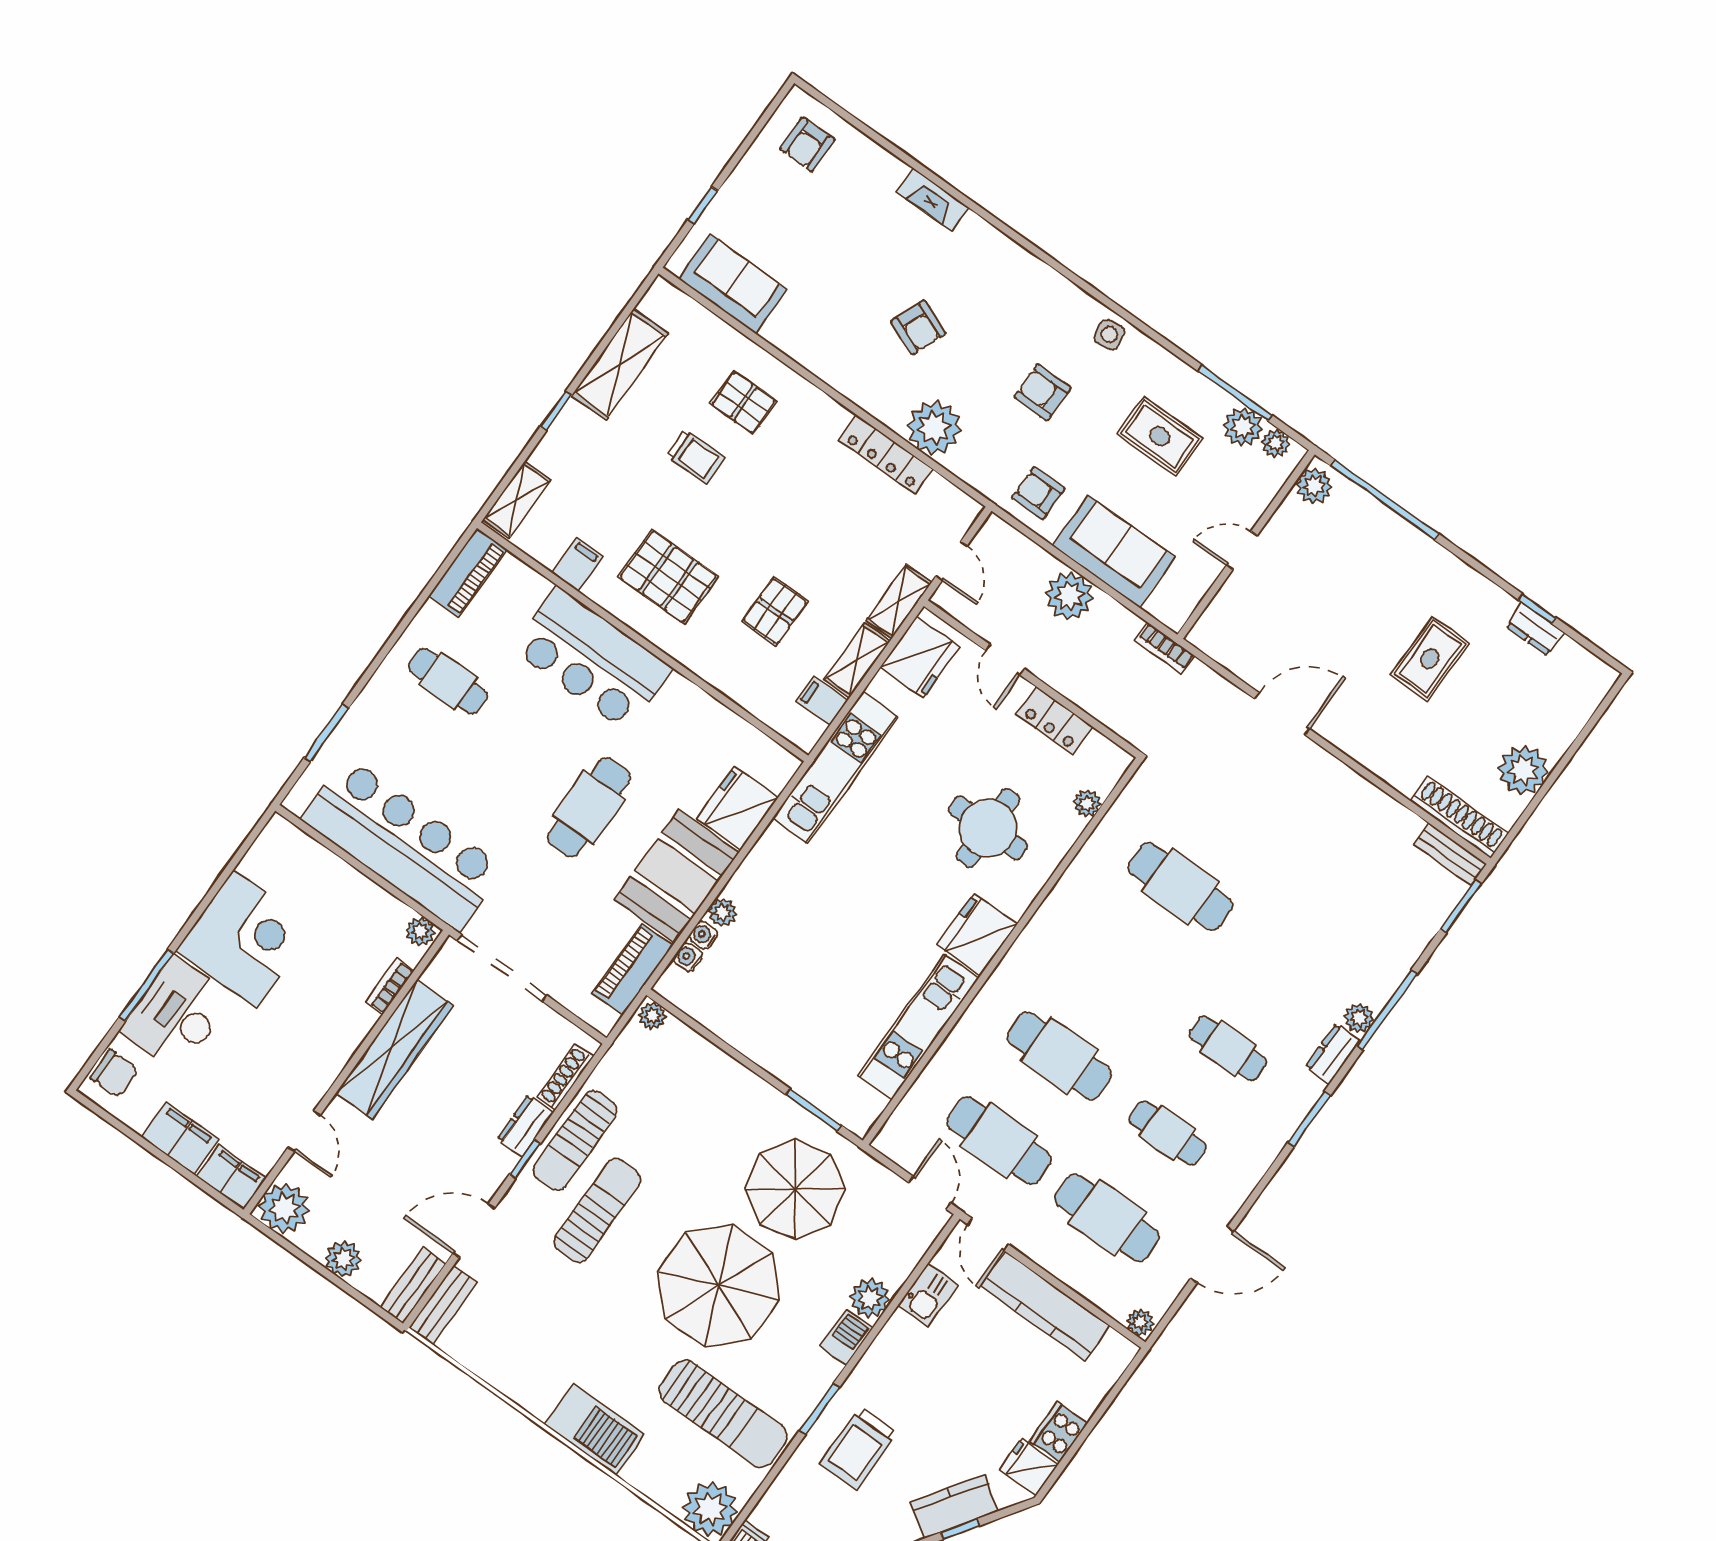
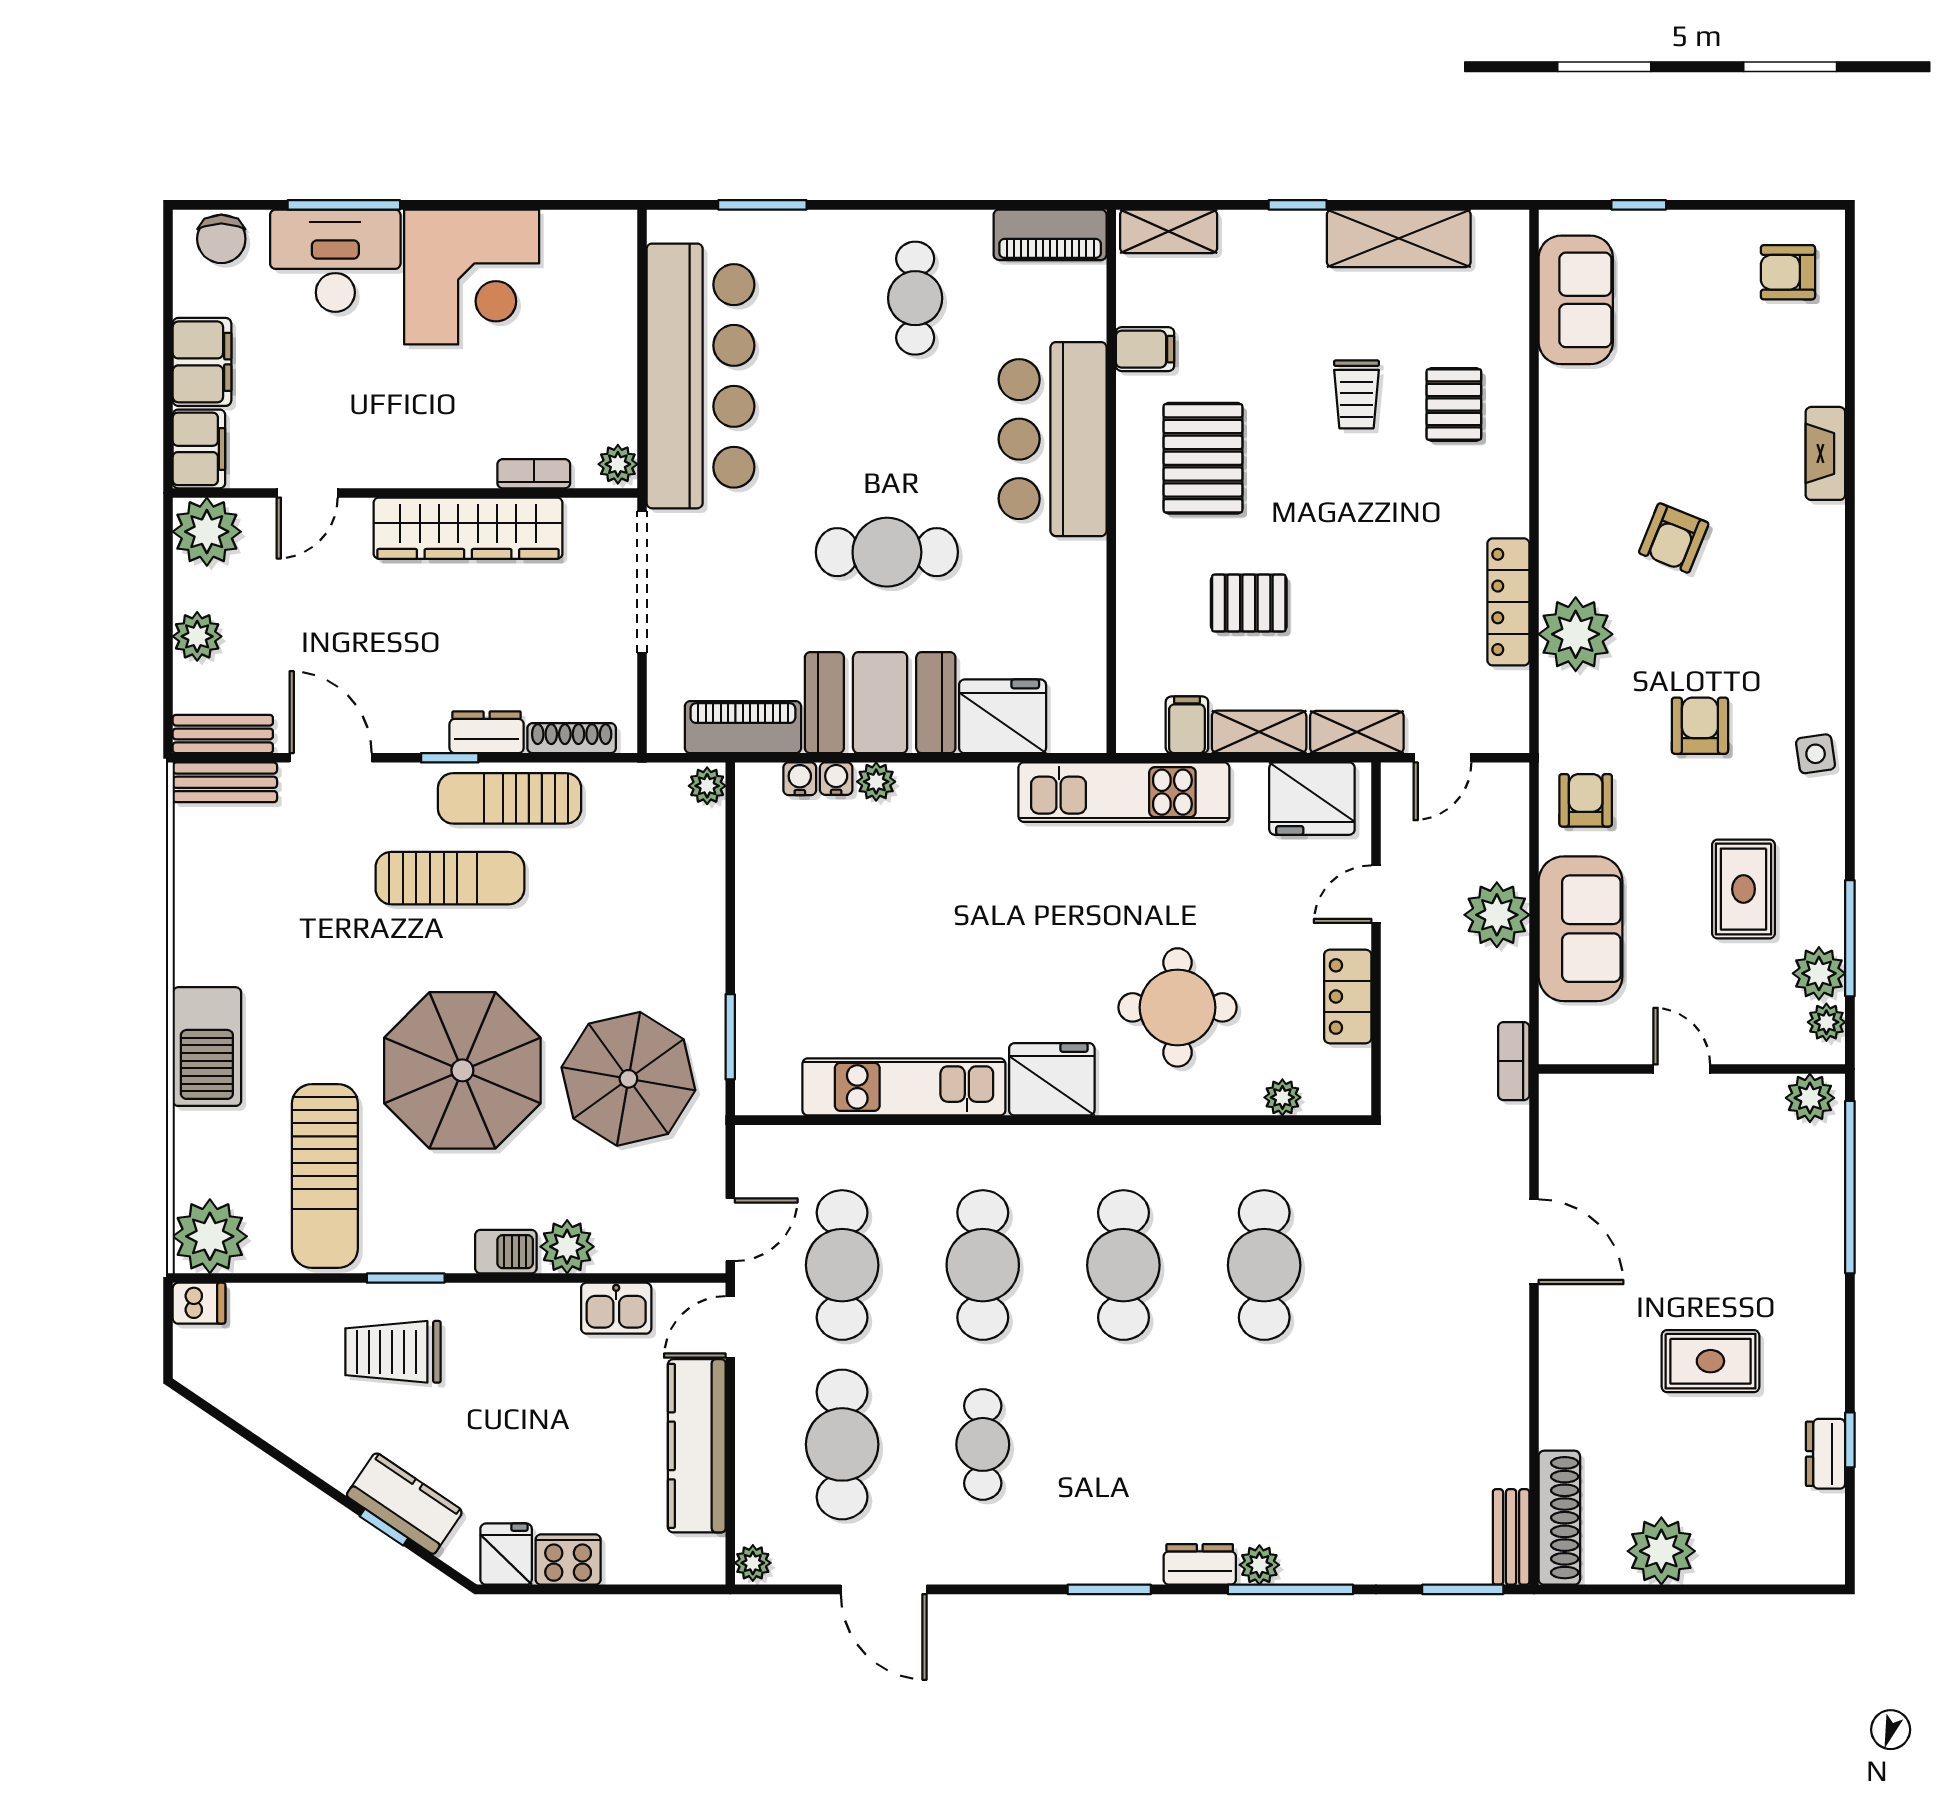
cafe table: (1228, 1048) -> (1123, 1265), moved, width x1.37, depth x1.35

